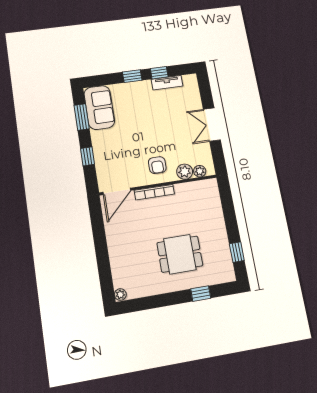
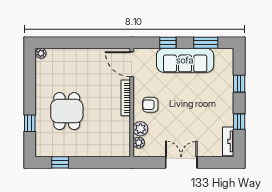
window: (132, 76) -> (239, 84), moved
tv unit: (167, 83) -> (228, 141), moved
sofa: (99, 107) -> (185, 60), moved, width x1.36

